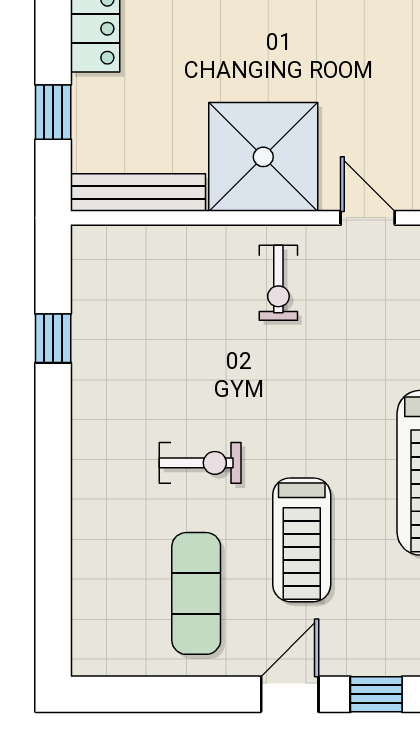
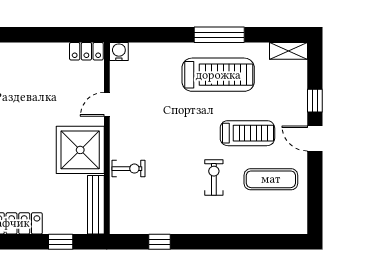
exercise bike: (278, 283) -> (128, 169), moved

